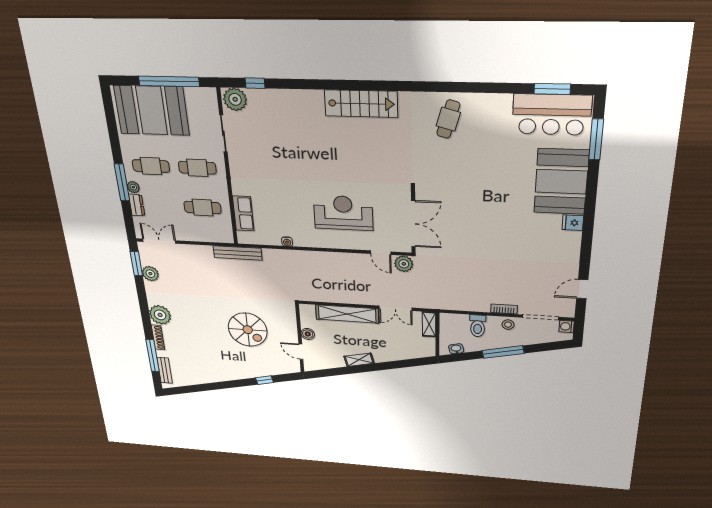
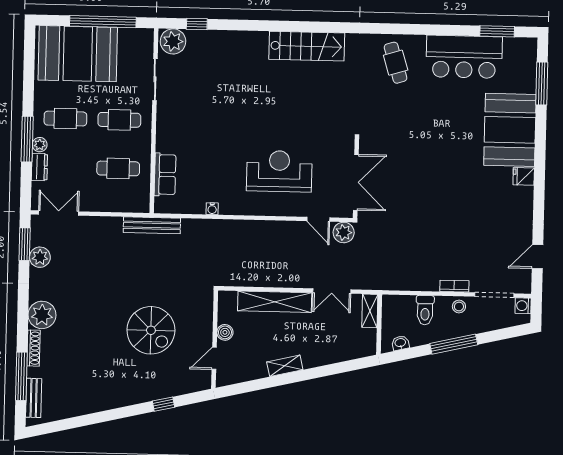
bar counter: (552, 115) -> (464, 57), moved
cafe table: (448, 119) -> (396, 63), turned -33
door: (301, 352) -> (214, 358), hinge flipped

